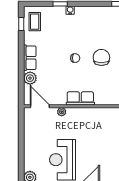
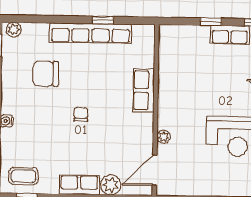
chair: (101, 57) -> (46, 74), moved
row of seats: (80, 98) -> (144, 90), moved

